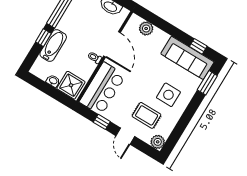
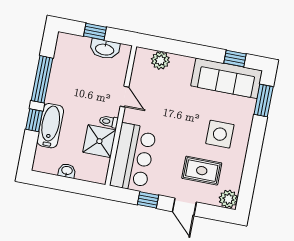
door: (112, 44) -> (125, 97), width x0.53
shower: (71, 85) -> (99, 141), moved

